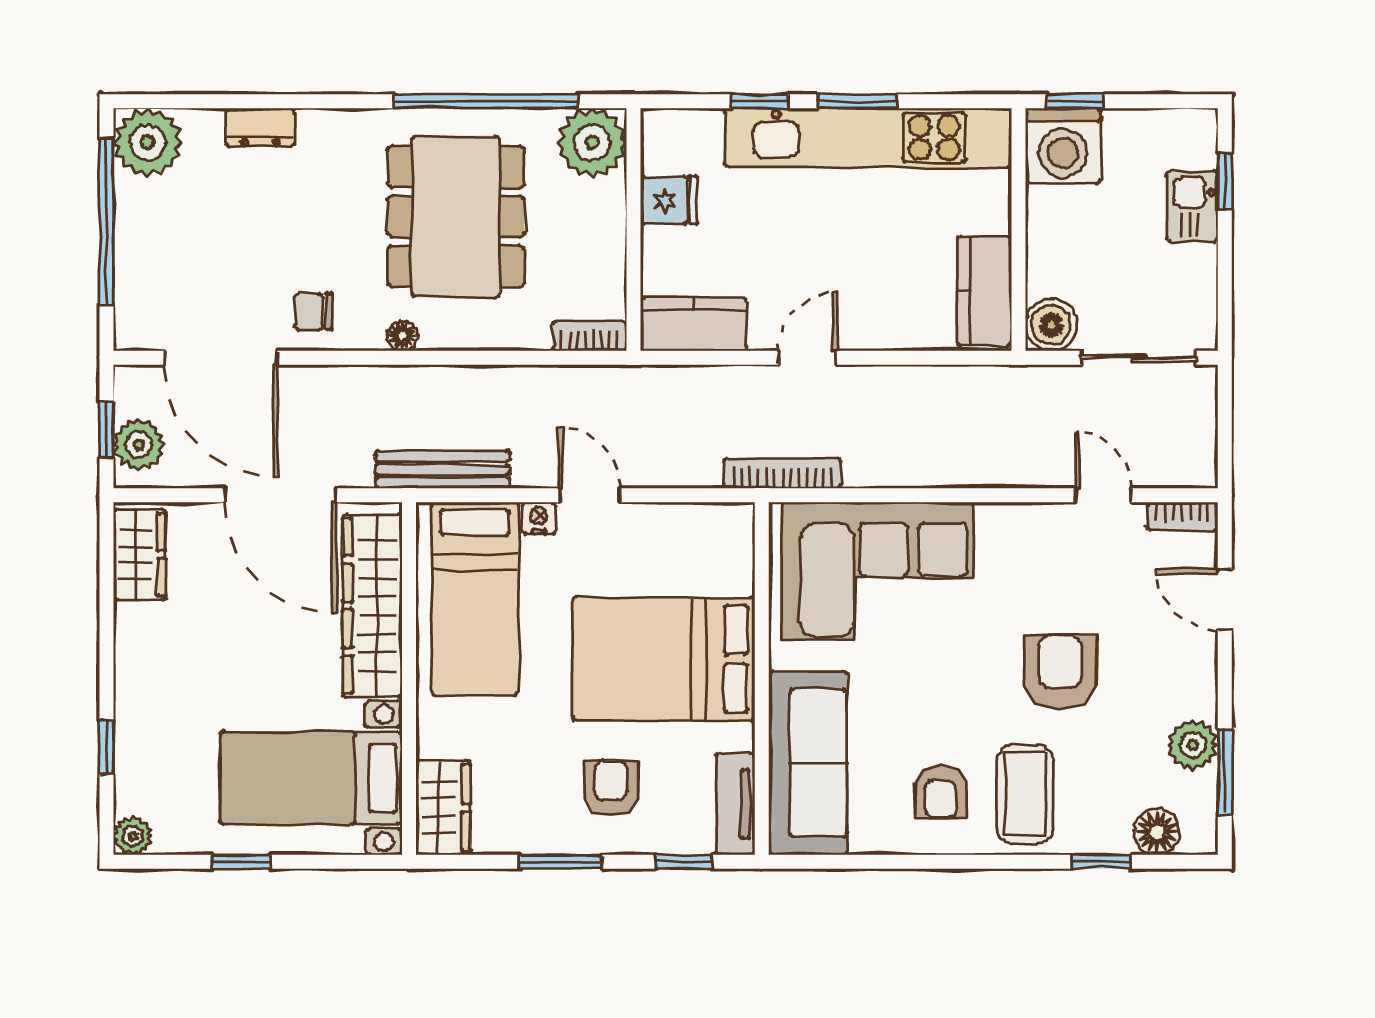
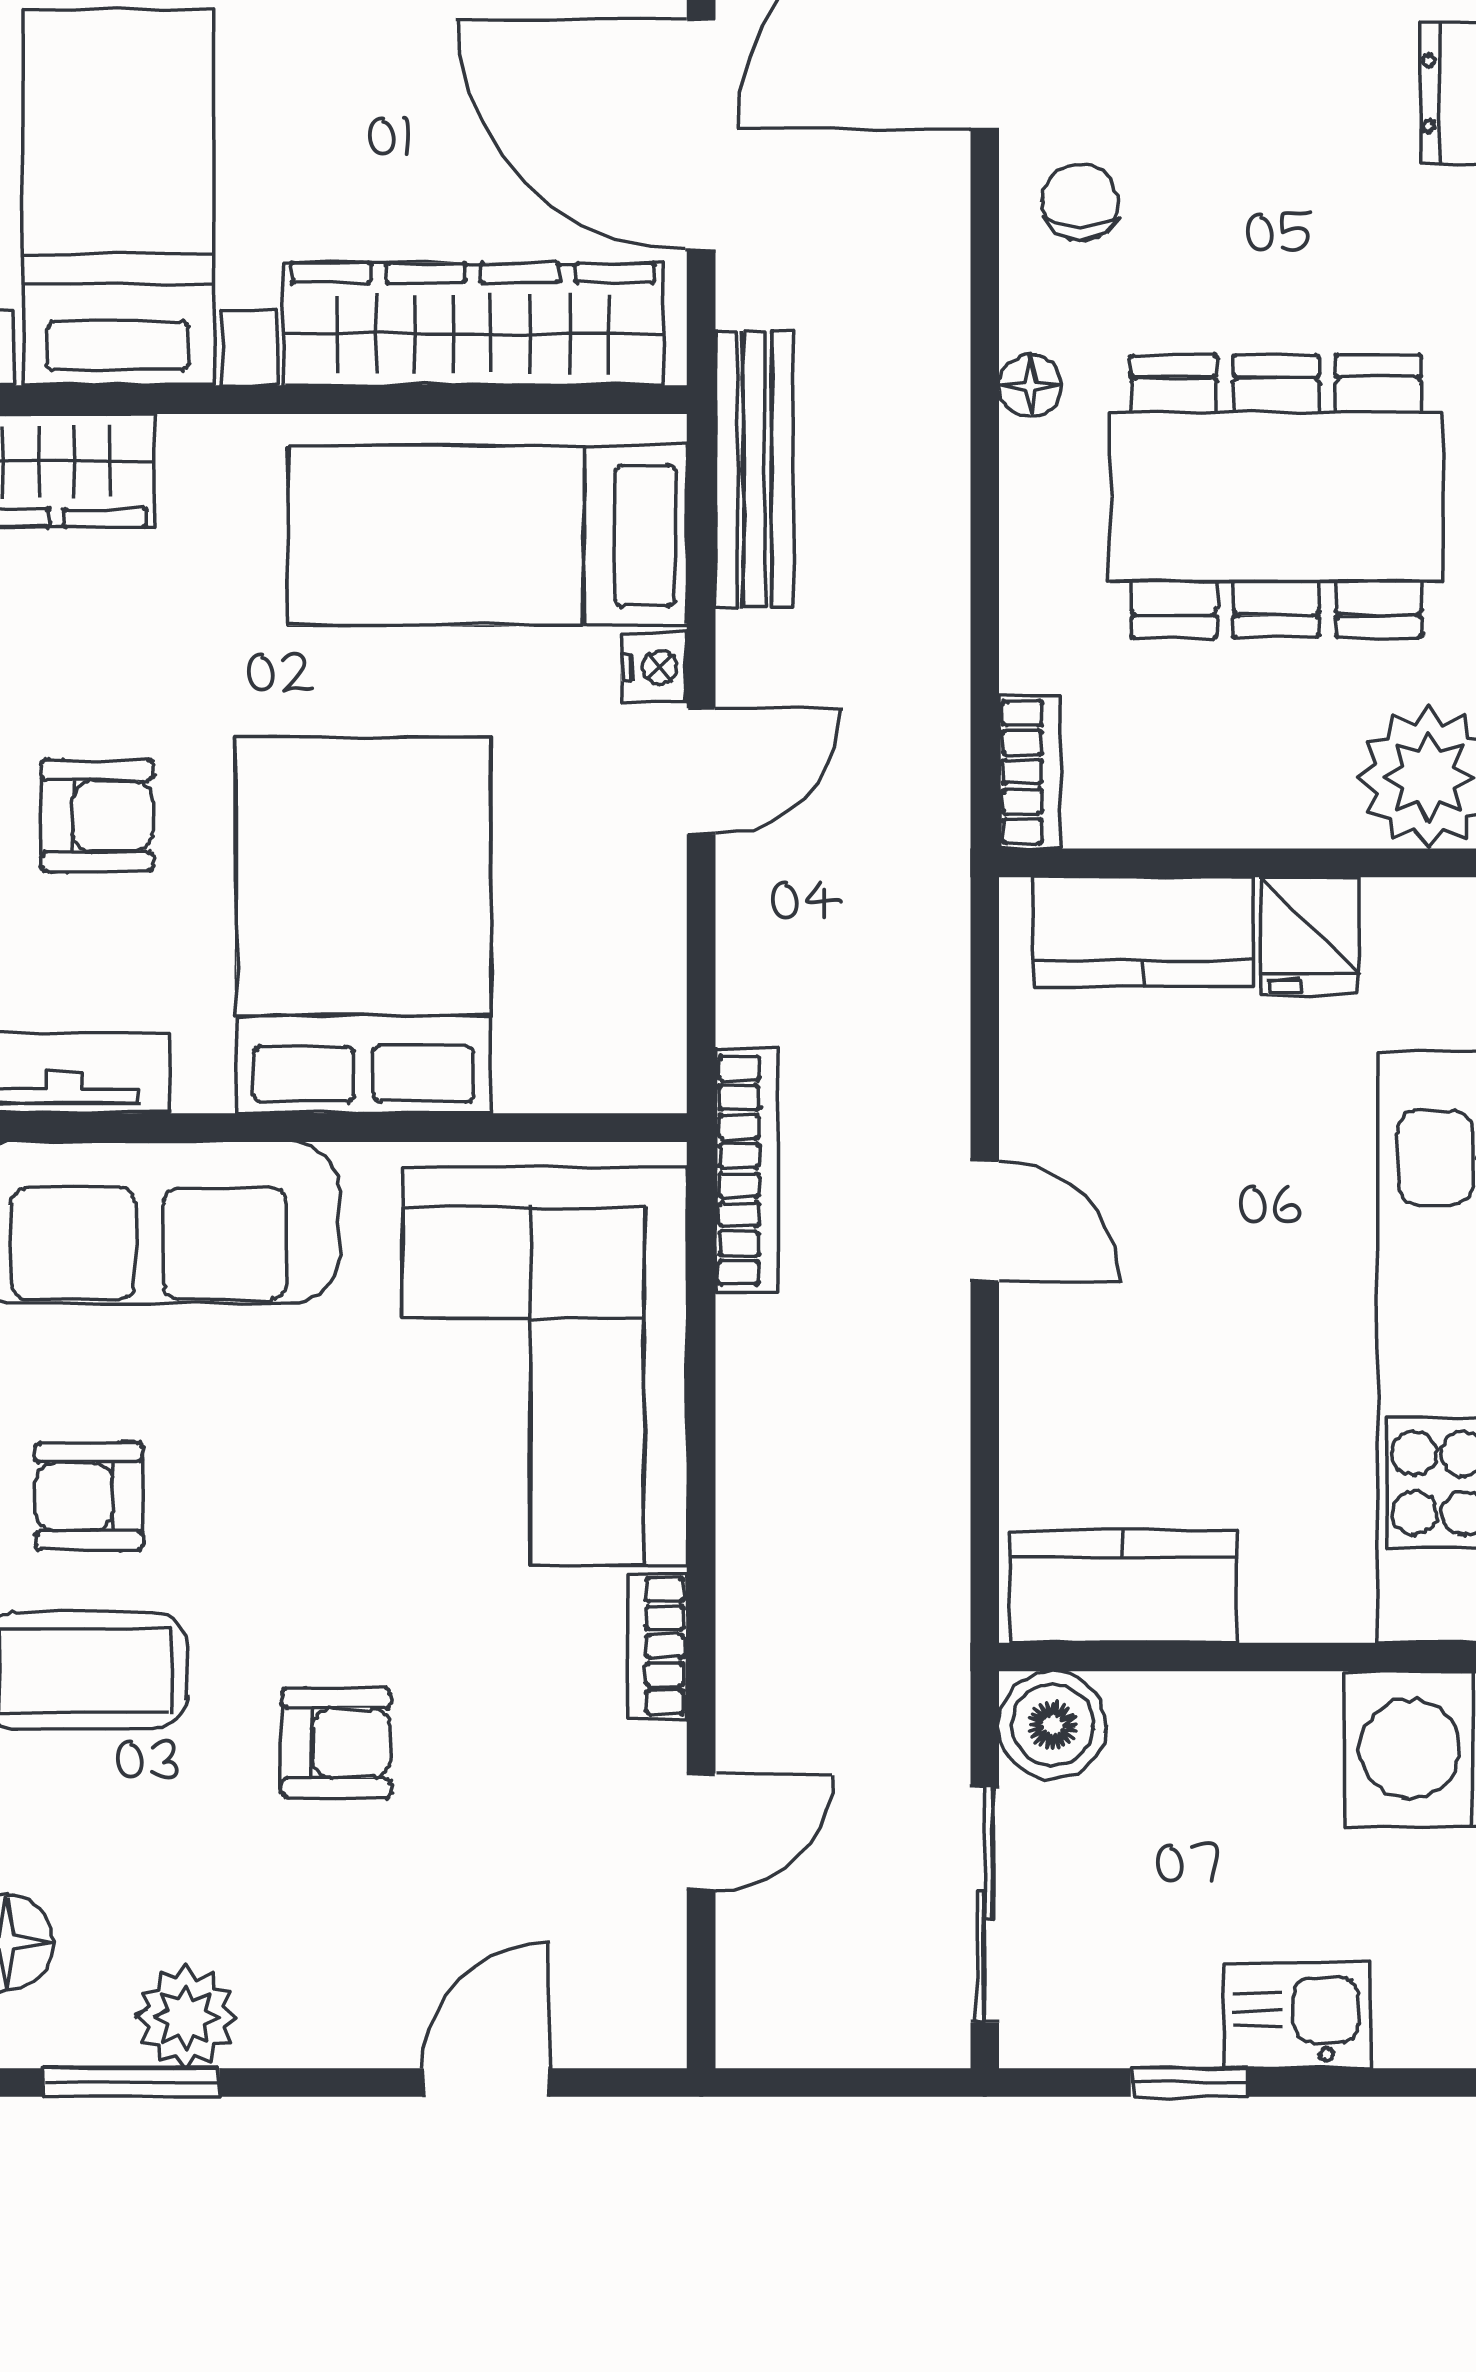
window: (1225, 181) -> (1189, 2082), moved
kitchen counter: (694, 324) -> (1143, 932), moved, turned 90
door: (281, 495) -> (701, 135), hinge flipped
bookcase: (1182, 516) -> (658, 1646), moved
armchair: (1060, 672) -> (336, 1743), width x0.72, depth x0.72

